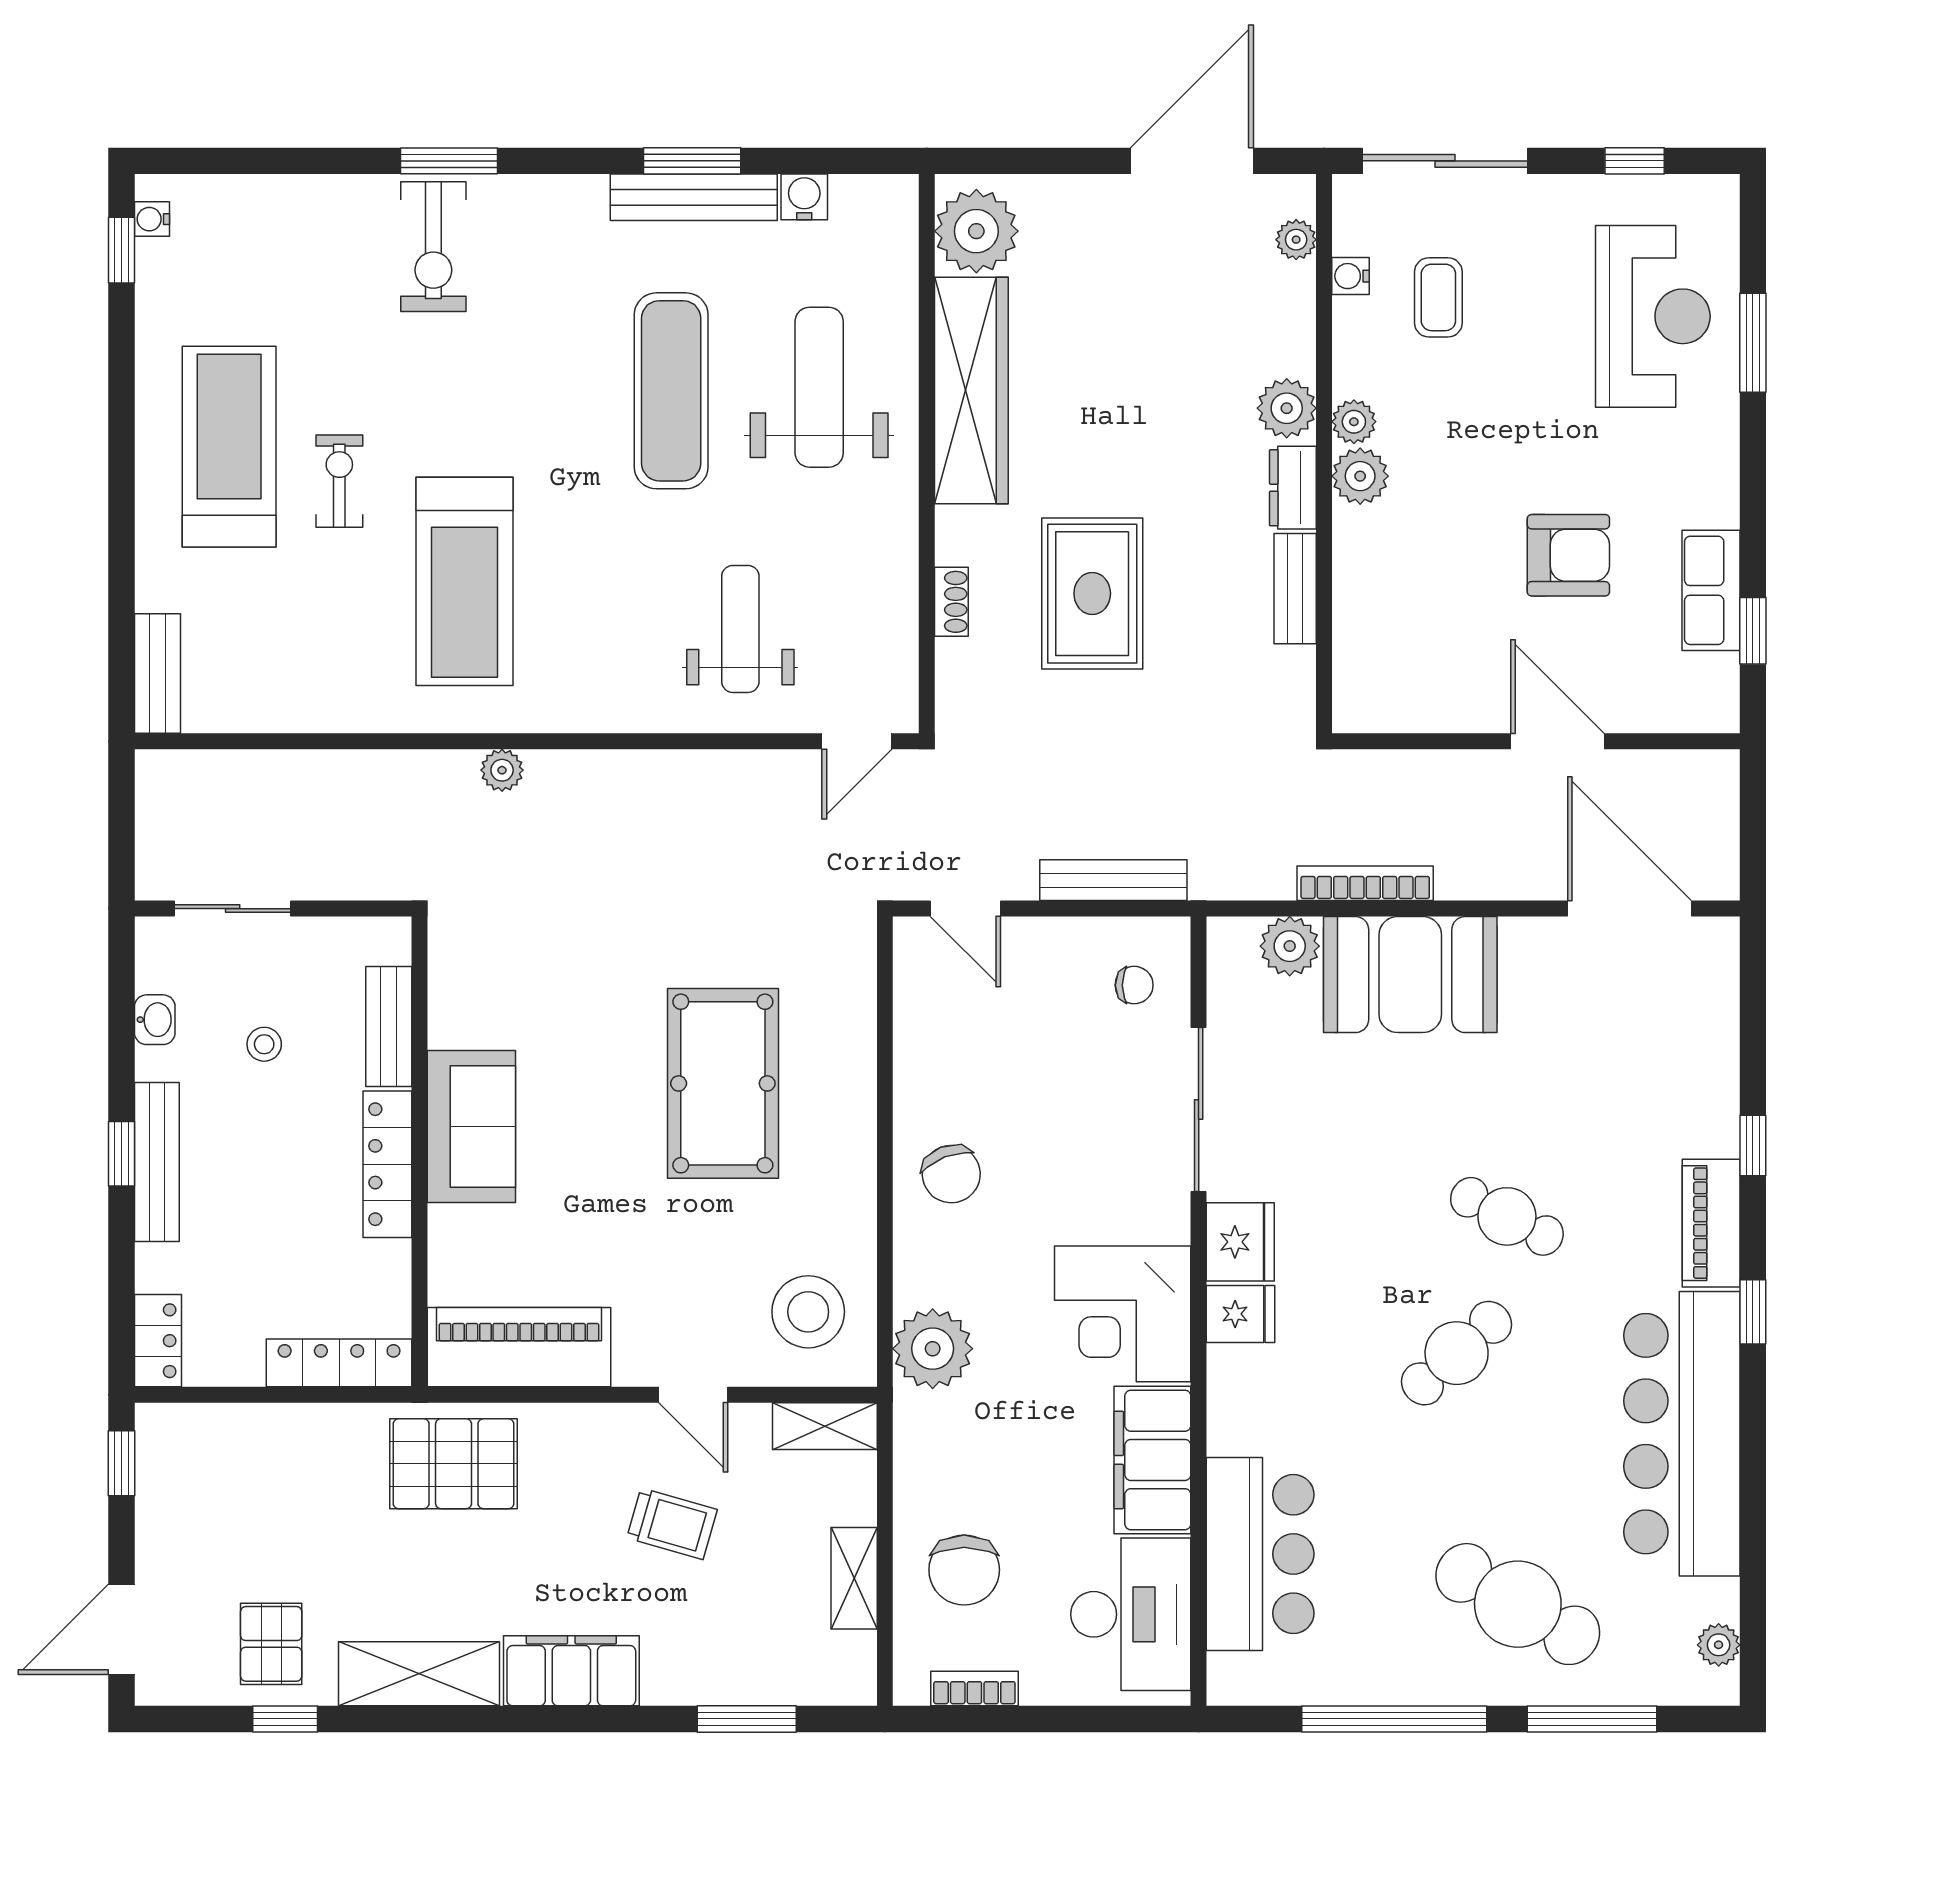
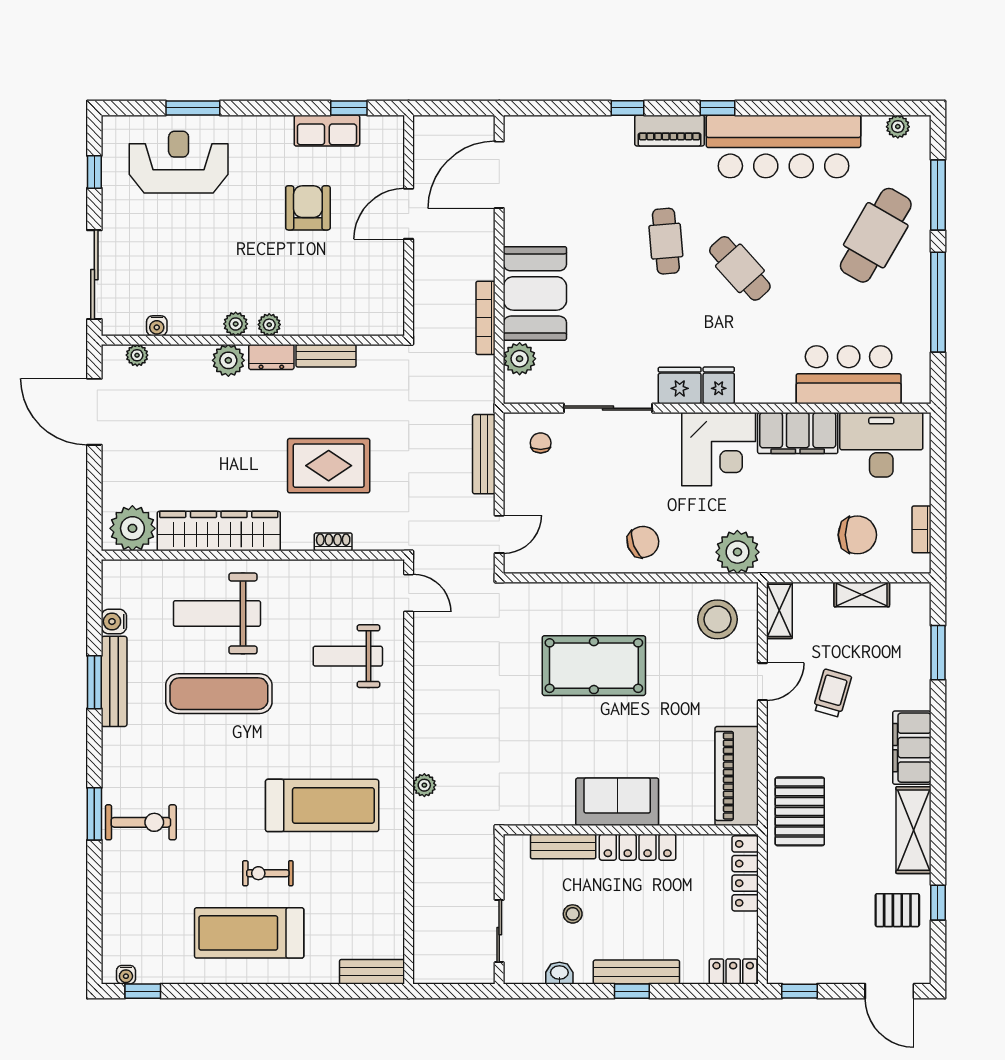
coffee table: (1438, 297) -> (168, 278), removed
plant: (1360, 476) -> (269, 325), width x0.73, depth x0.73
cafe table: (1507, 1216) -> (666, 241), turned -32

